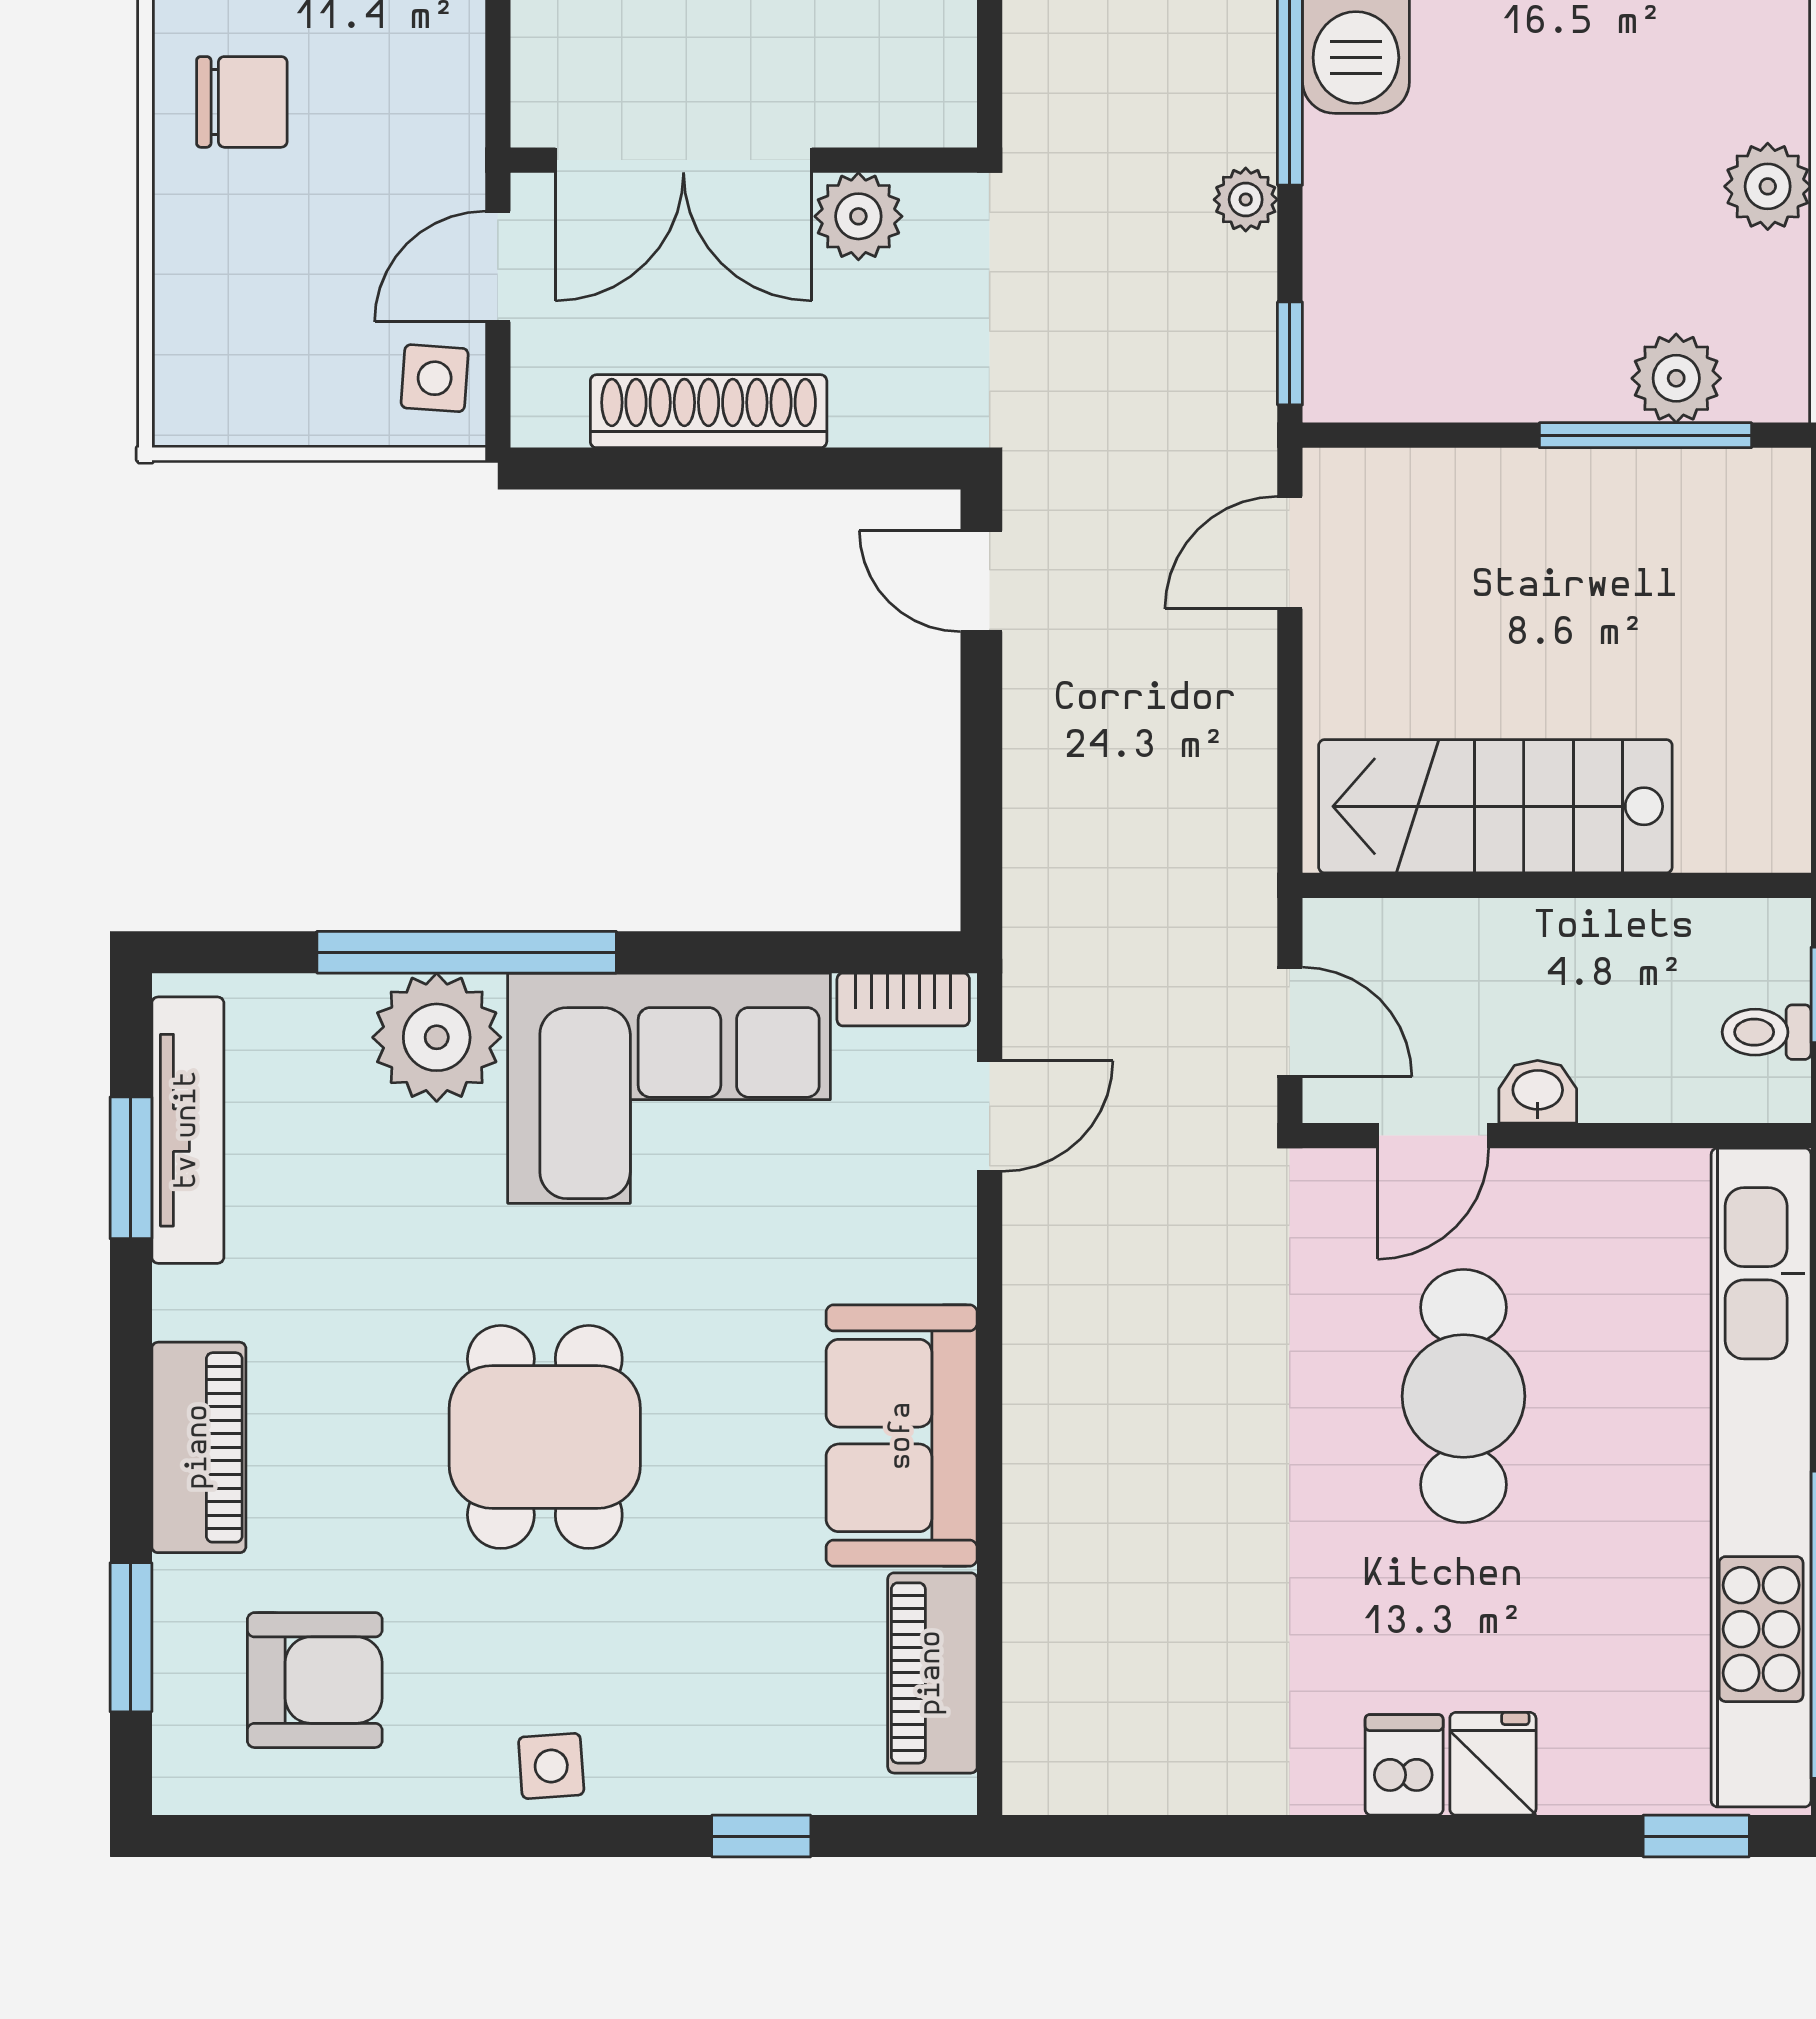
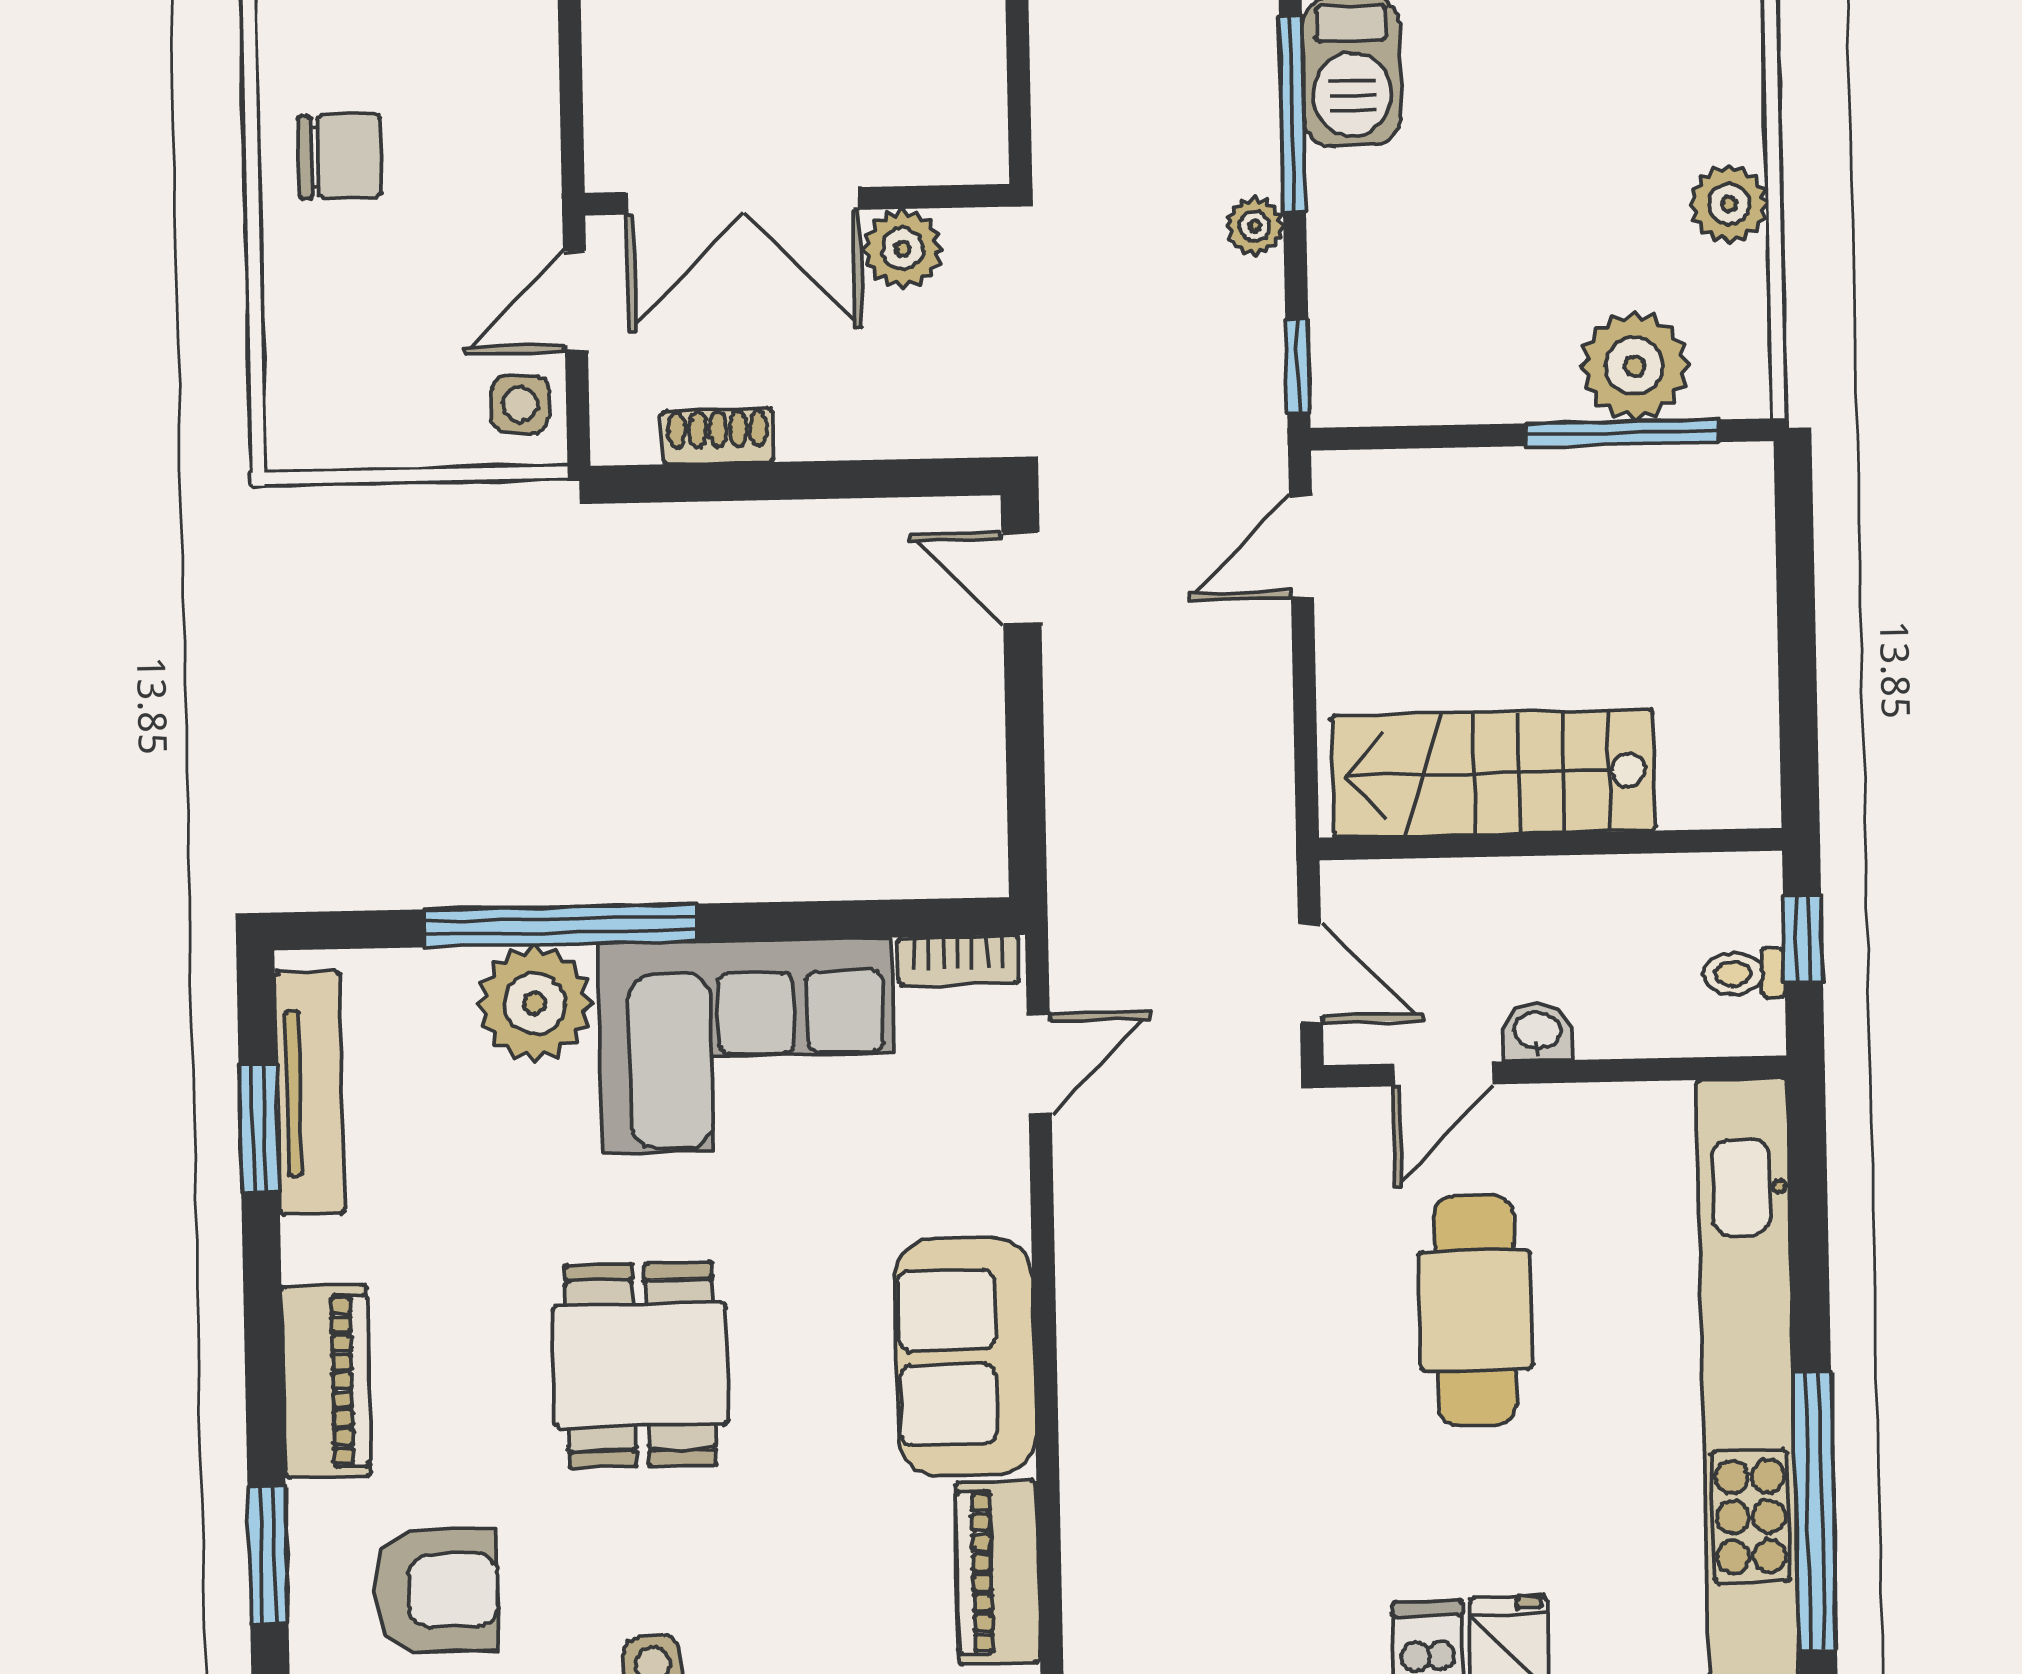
plant: (1676, 378) -> (1635, 366), width x1.36, depth x1.36
shoe rack: (709, 411) -> (718, 436), width x0.51, depth x0.81

